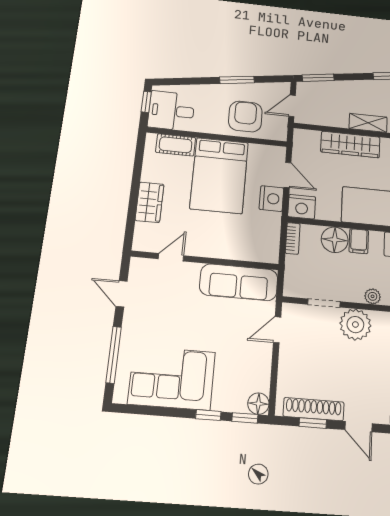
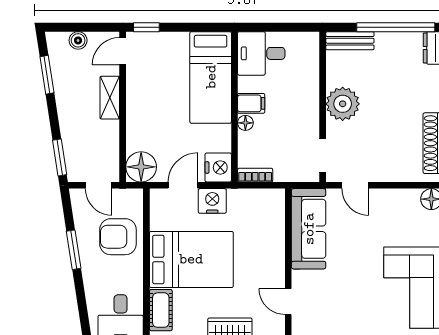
floor lamp: (306, 142) -> (141, 167), added
wardrobe: (350, 145) -> (139, 117), removed
floor lamp: (335, 240) -> (245, 123), width x0.53, depth x0.53
plant: (373, 296) -> (311, 87), removed
doorway: (324, 303) -> (323, 156), moved

